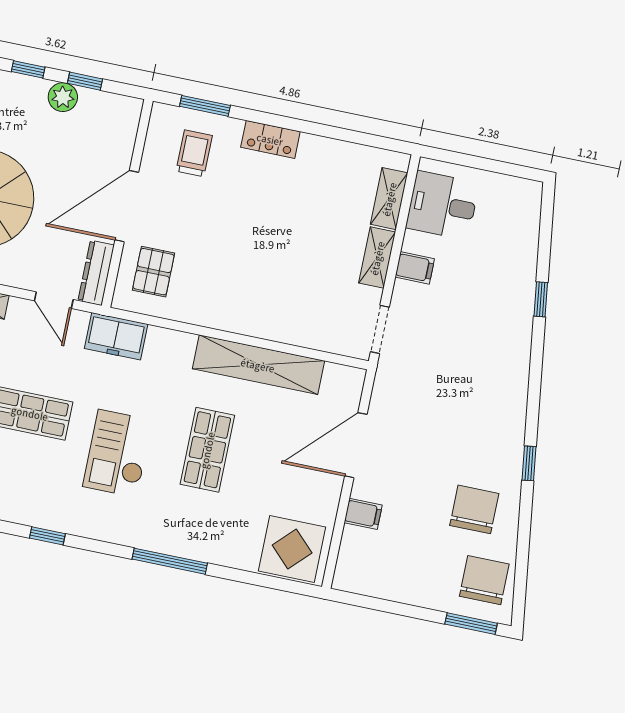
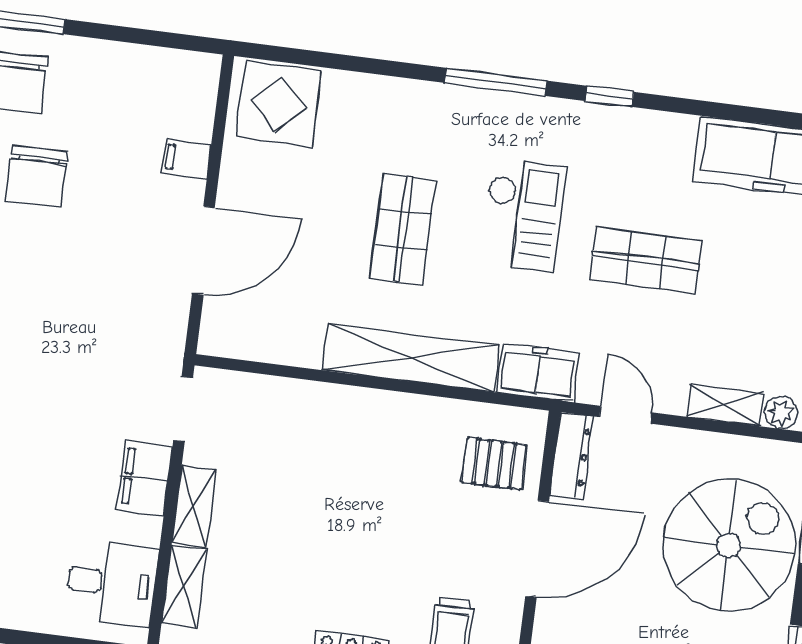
filing cabinet: (415, 268) -> (145, 478), width x2.00
pallet: (154, 272) -> (494, 464), turned 90
shelving: (258, 365) -> (411, 358), moved
window: (170, 561) -> (496, 82), moved

